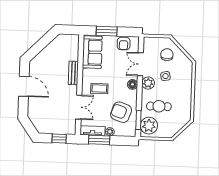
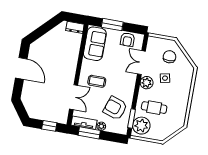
dresser: (71, 39) -> (75, 27), added
bench: (73, 73) -> (73, 62), removed
floor lamp: (132, 84) -> (131, 82), removed

